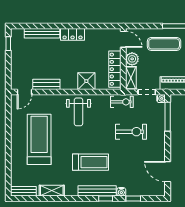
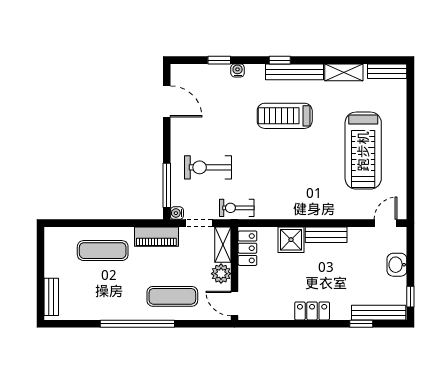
window: (40, 26) -> (361, 324), added
bench: (42, 33) -> (379, 313), moved
washbasin: (17, 65) -> (397, 265), added
locker: (115, 69) -> (247, 248), width x0.66
bench: (46, 84) -> (326, 235), moved
weight bench: (78, 112) -> (303, 193), removed
exercise bike: (131, 132) -> (208, 167), moved
bench: (97, 191) -> (295, 72), moved
window: (106, 199) -> (280, 60), moved

